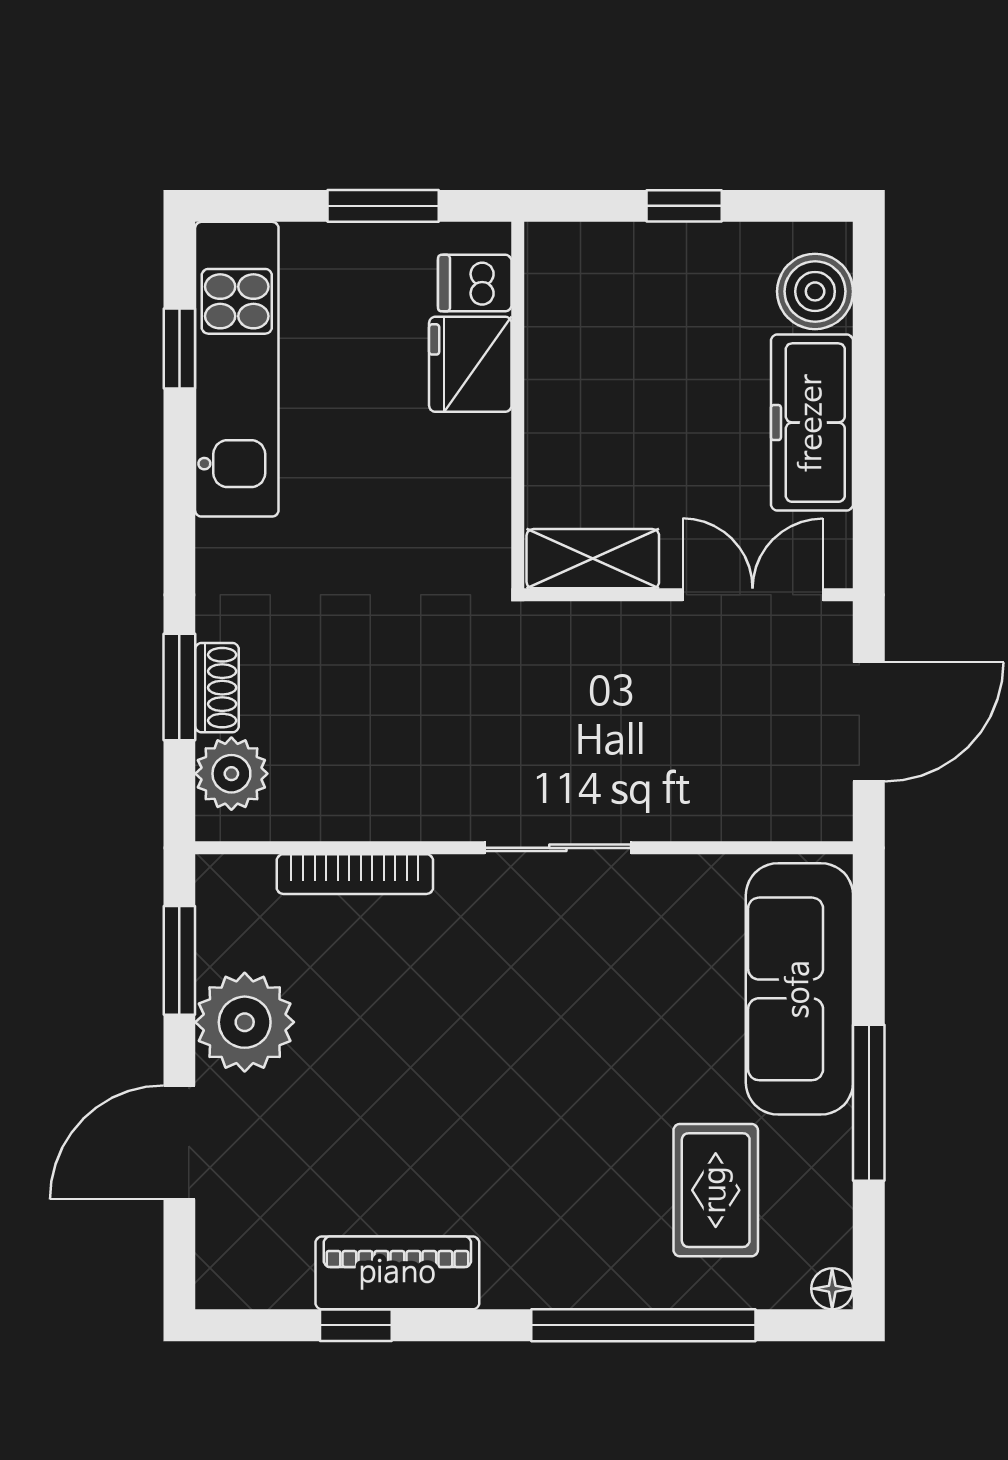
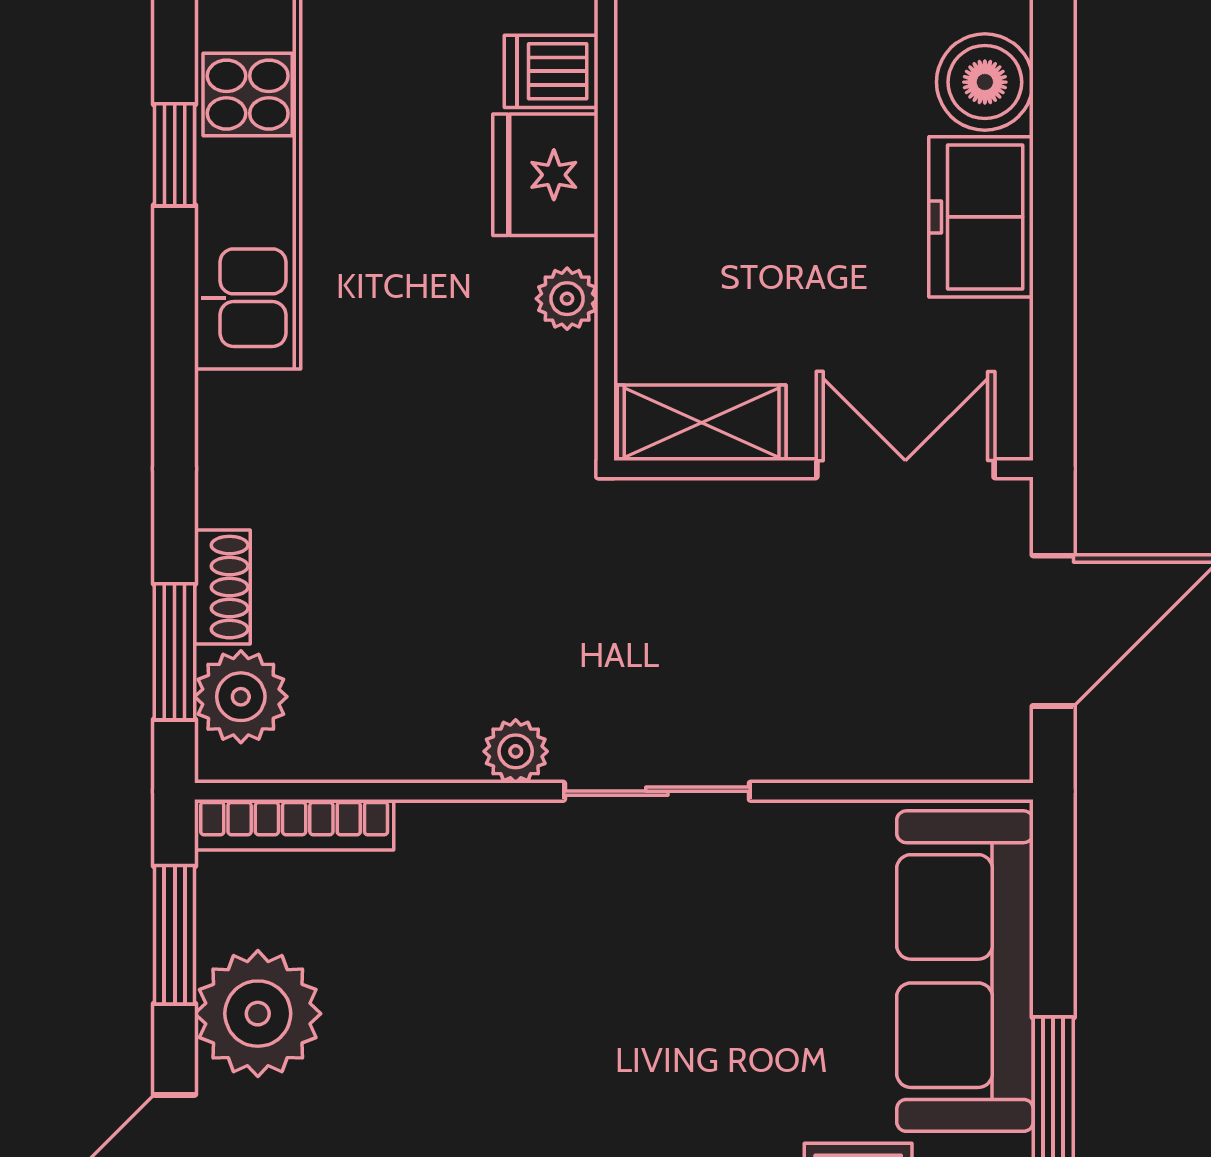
freezer: (812, 423) -> (981, 217), width x0.71
plant: (487, 461) -> (567, 299), added
window: (179, 687) -> (175, 652), moved
plant: (447, 817) -> (516, 751), added
bookcase: (355, 874) -> (294, 825), moved

